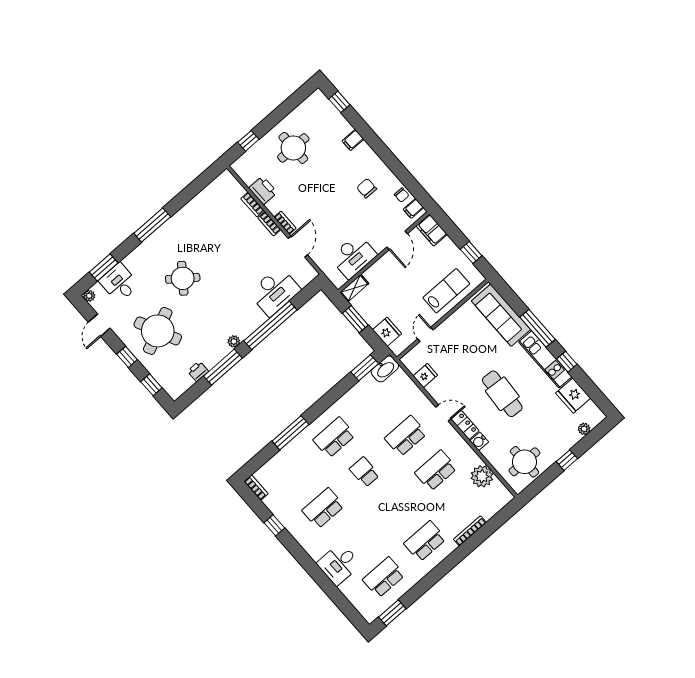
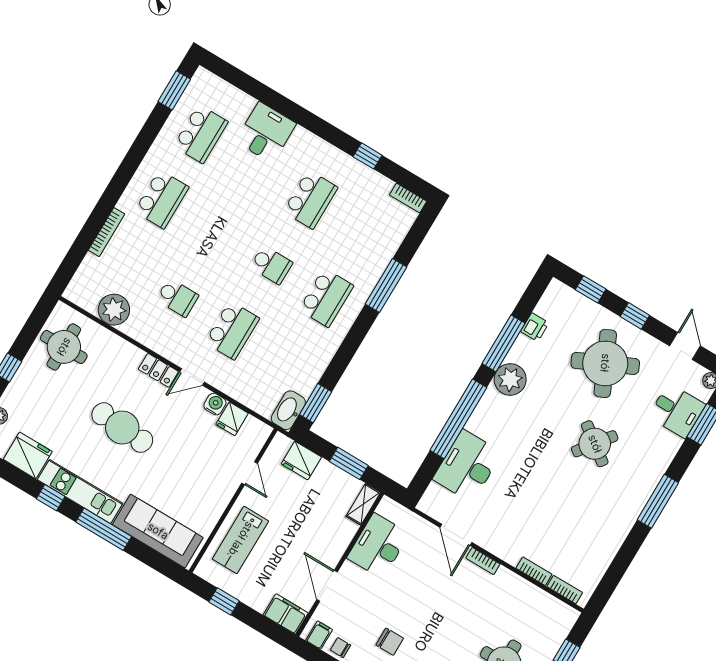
printer: (263, 190) -> (526, 595), removed
bookcase: (269, 224) -> (565, 590), moved
plant: (234, 341) -> (510, 379), width x1.88, depth x1.88
water cooler: (479, 441) -> (215, 404), moved
school desk: (436, 471) -> (177, 298), width x0.54

